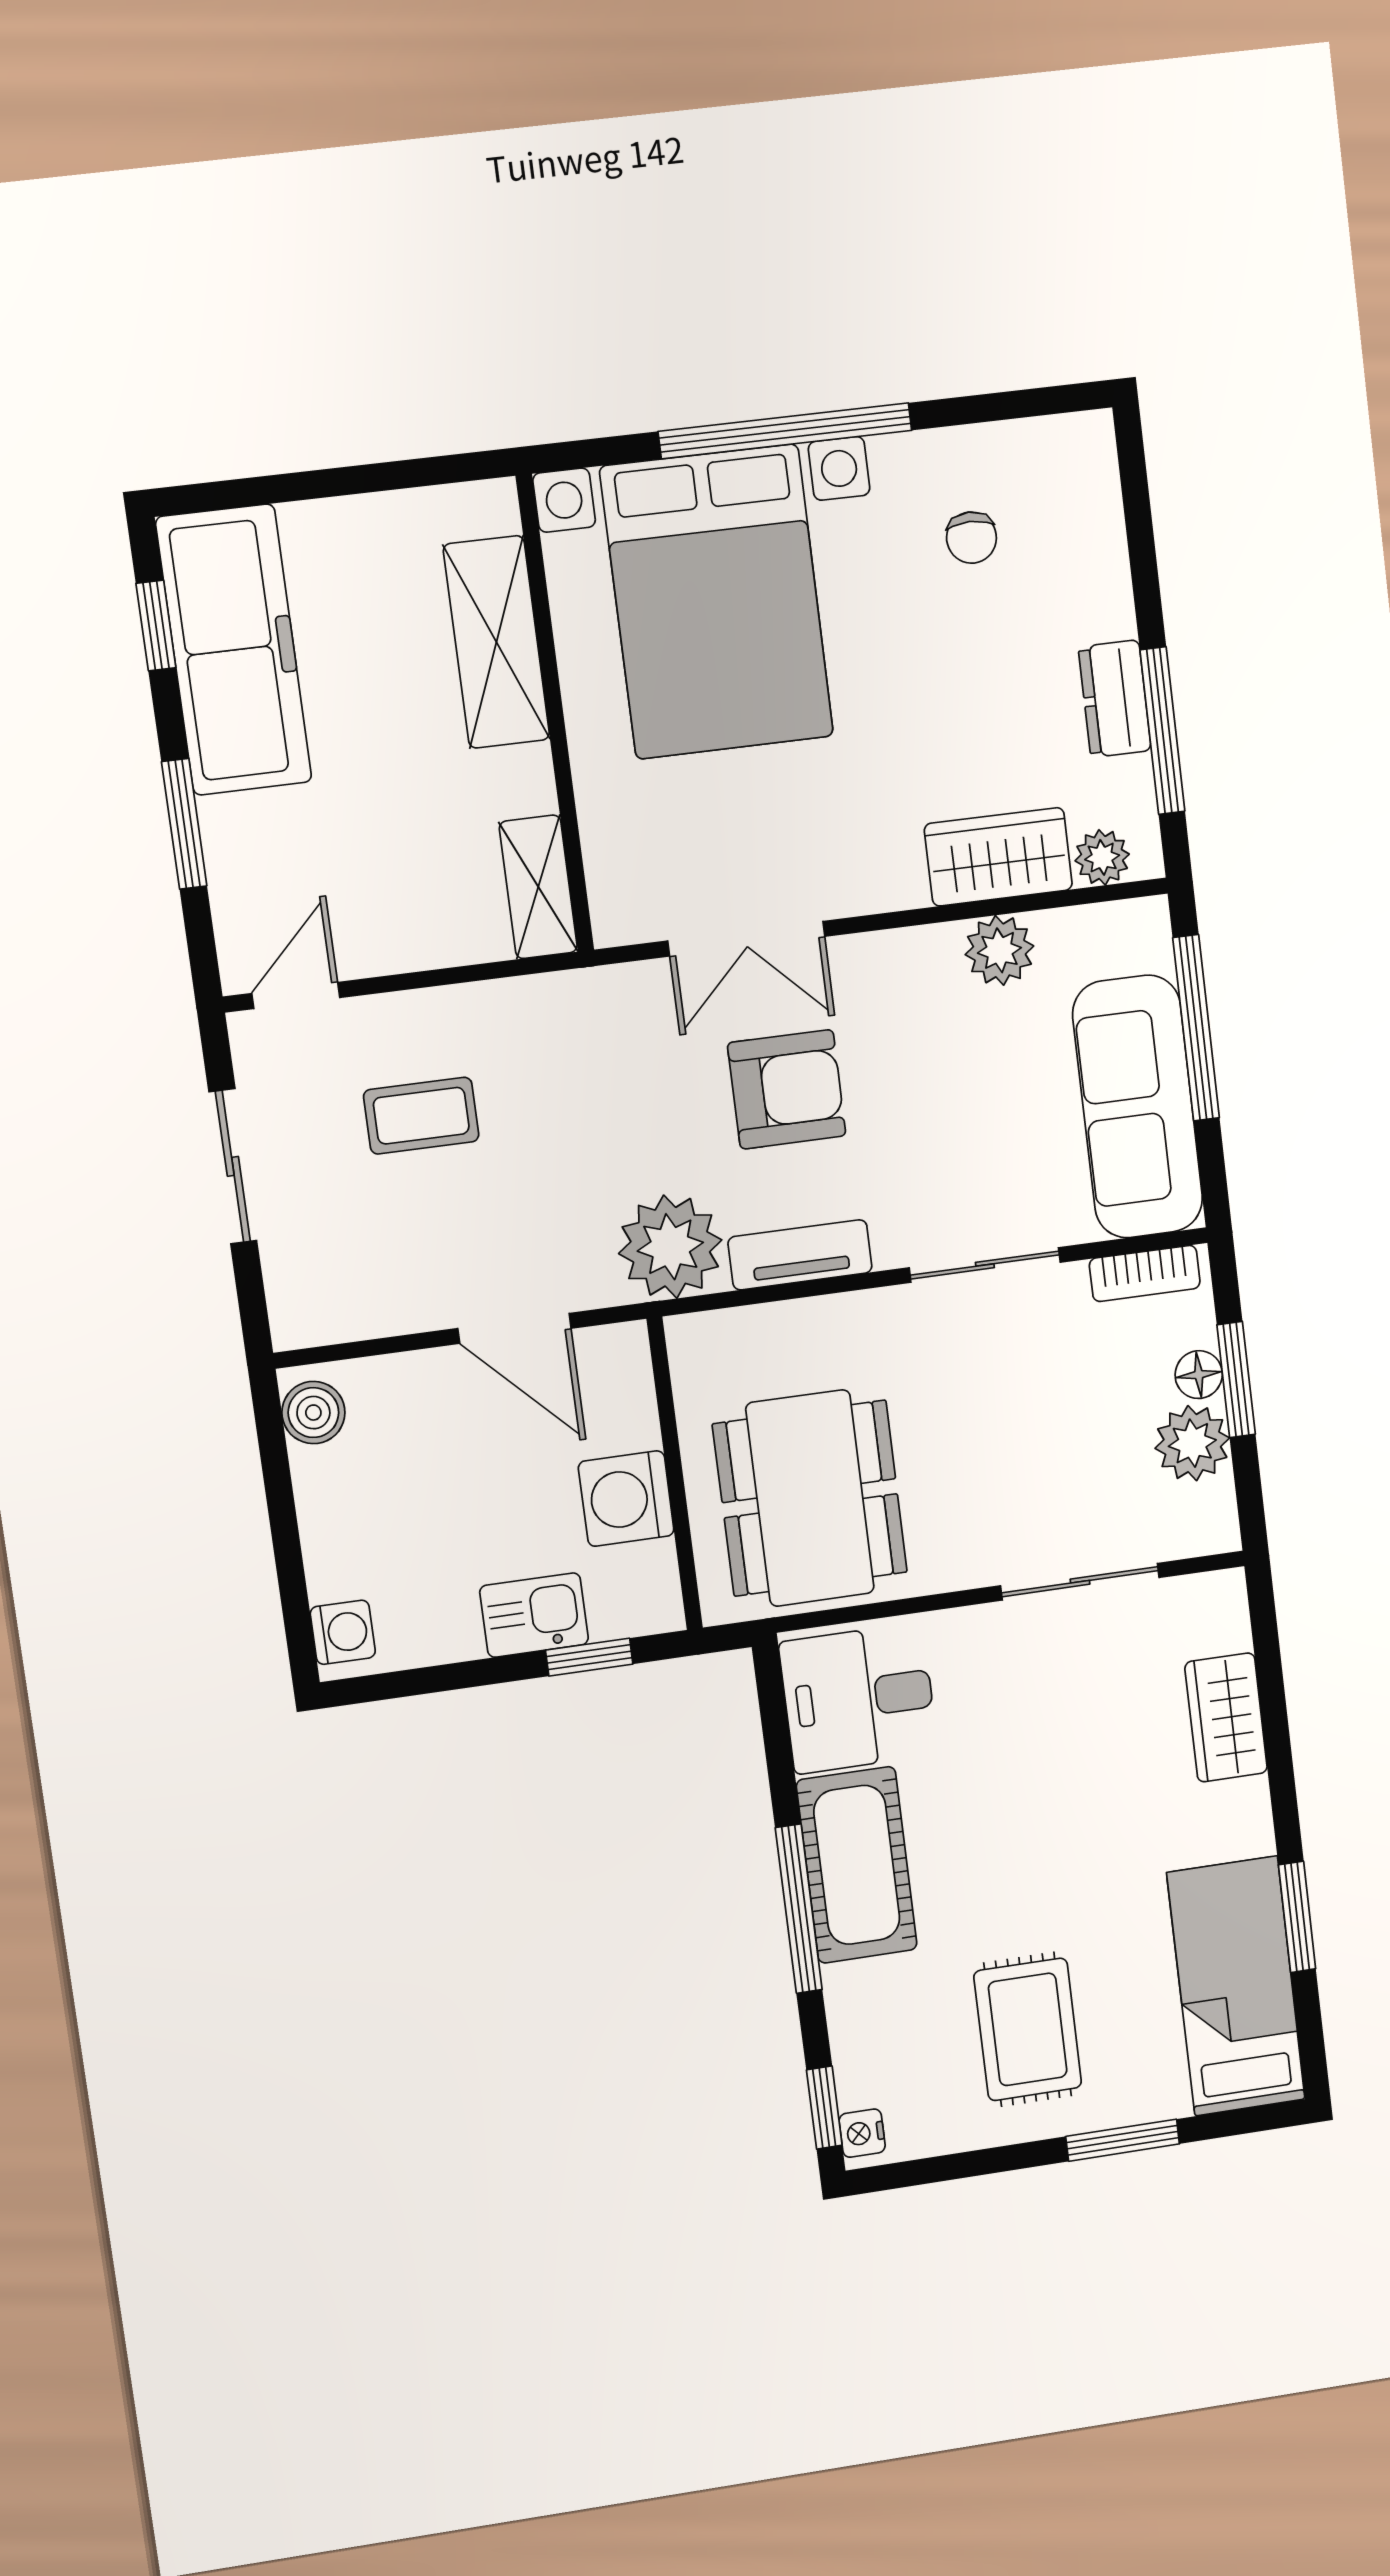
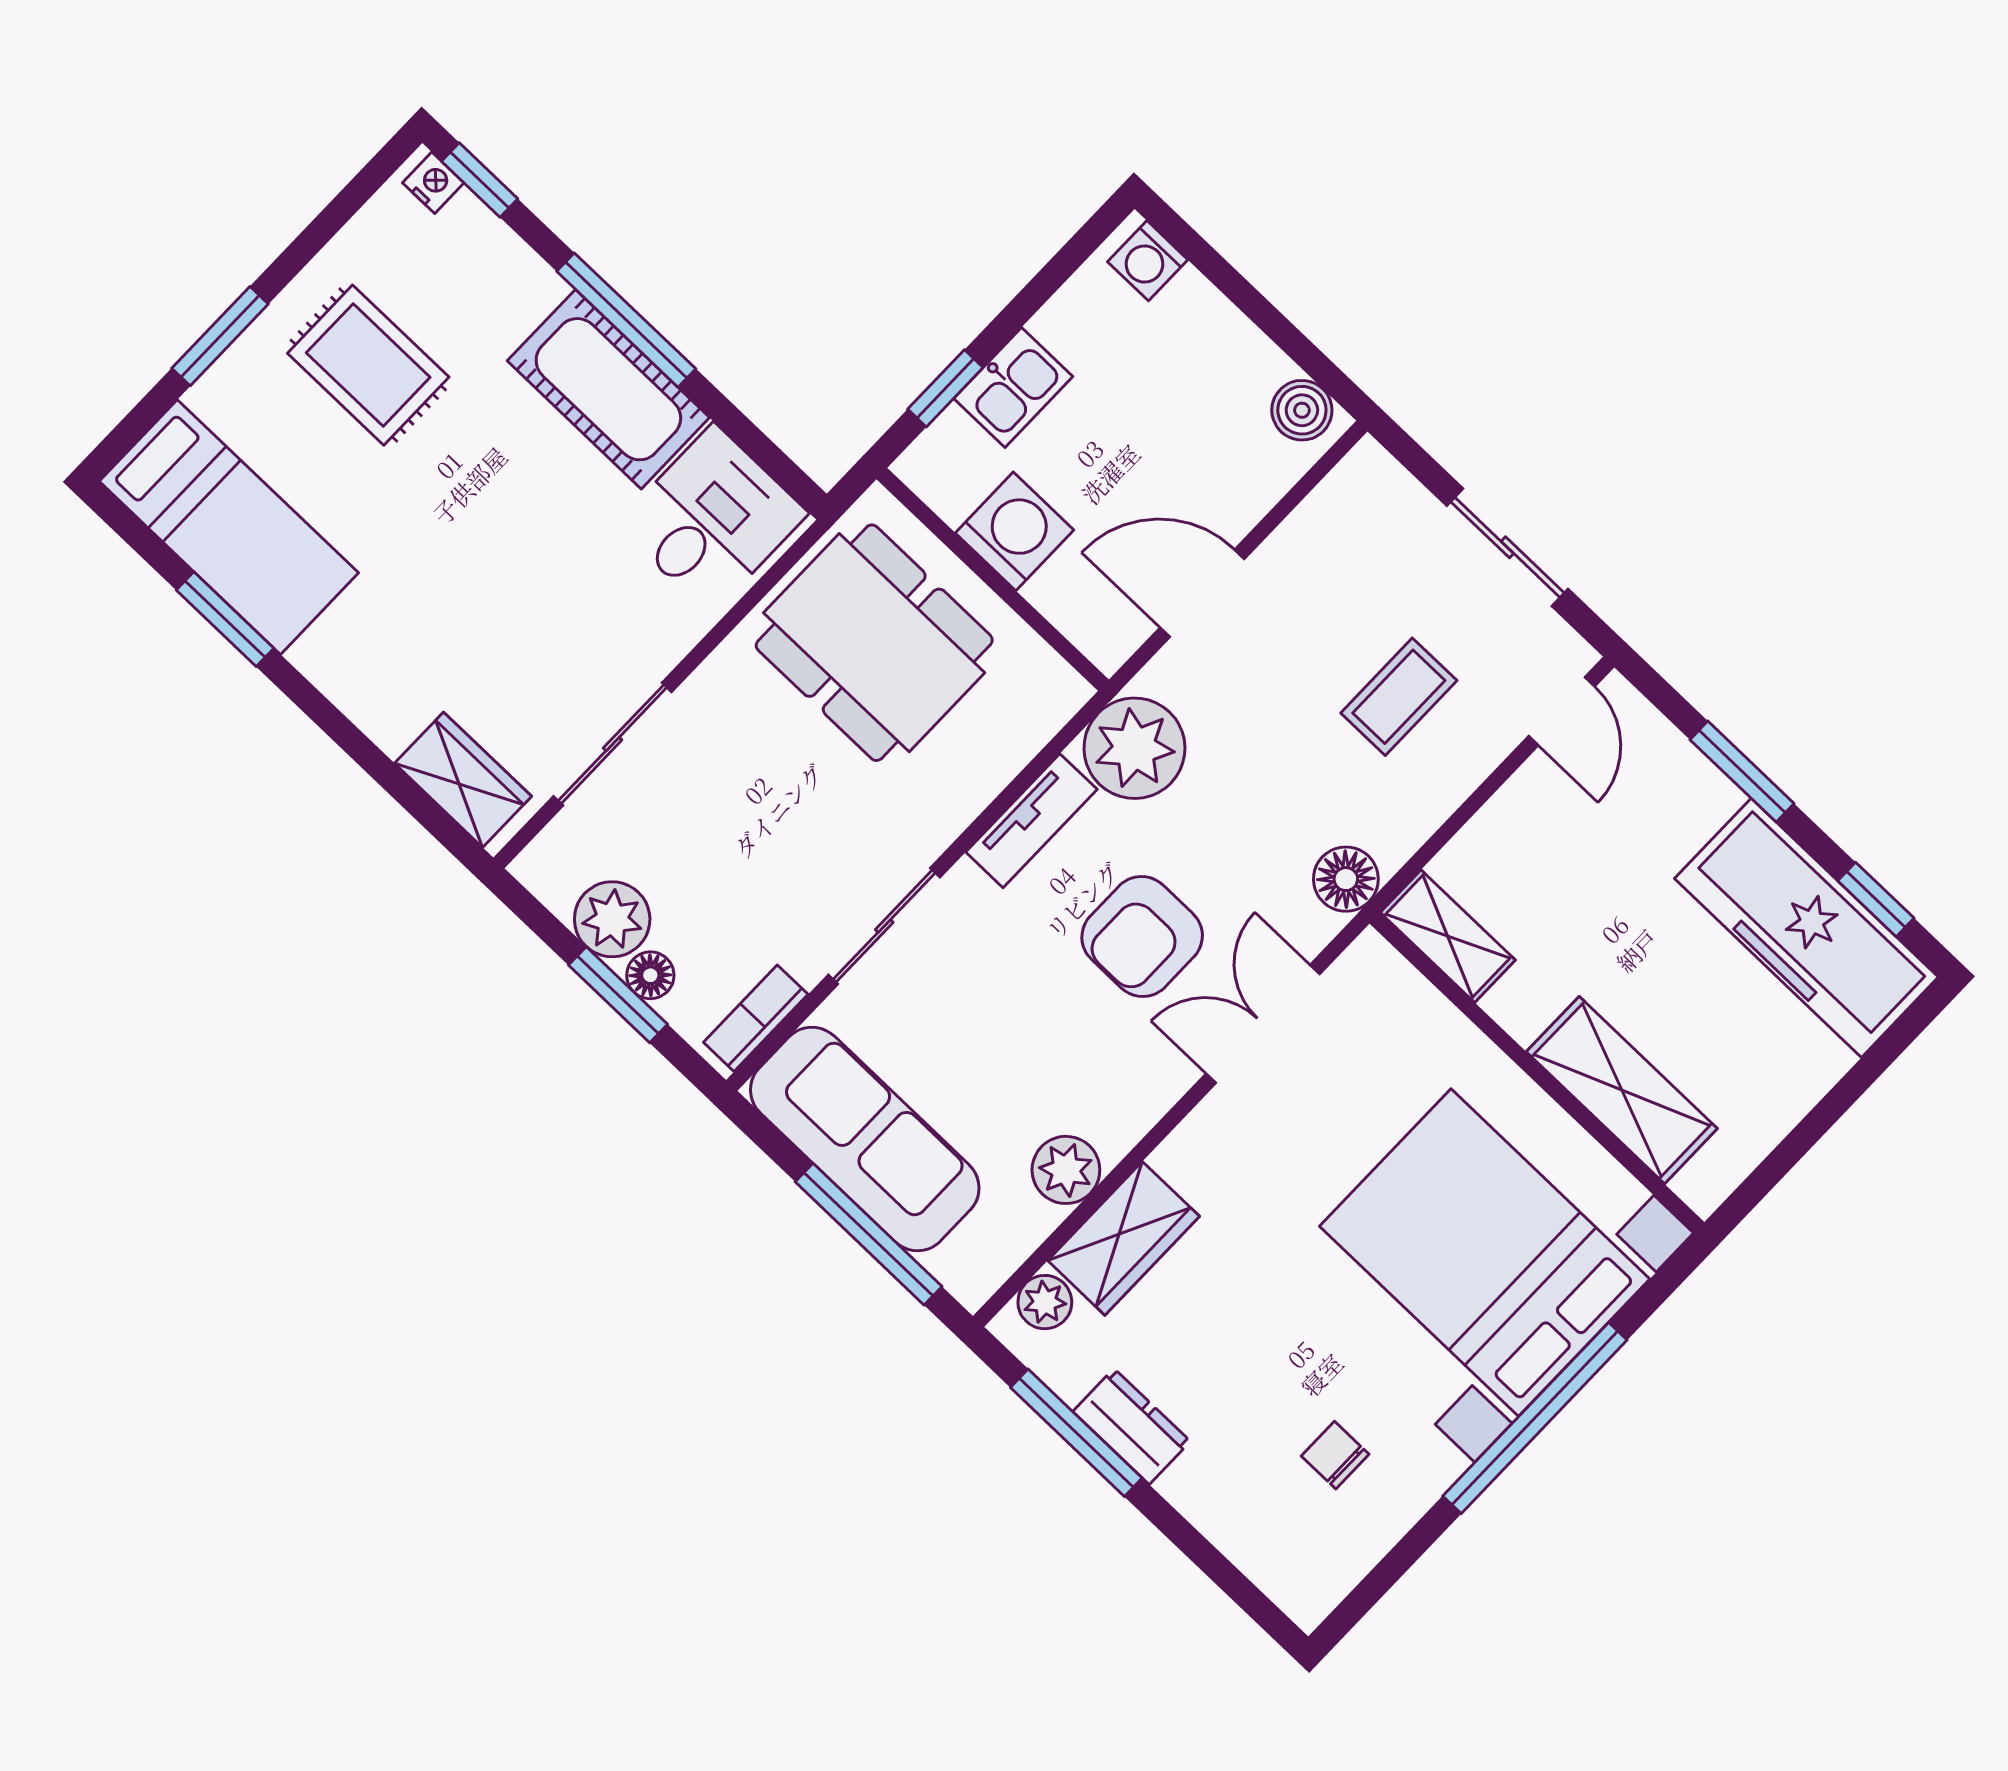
floor lamp: (584, 1002) -> (1346, 879), added
wardrobe: (1226, 1717) -> (463, 780), moved

